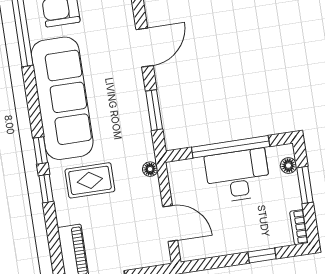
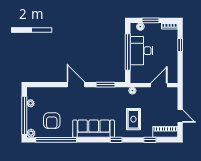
sofa: (62, 98) -> (94, 129), width x0.74, depth x0.79
window: (46, 189) -> (150, 140), moved

